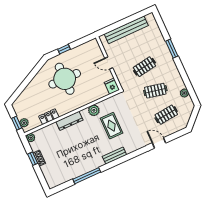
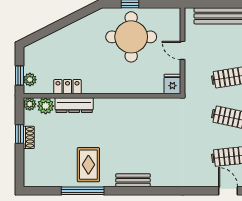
round table: (65, 79) -> (131, 37), moved
plant: (94, 110) -> (46, 106), moved
dresser: (69, 121) -> (74, 105), moved
rug: (111, 126) -> (88, 165), moved
door: (159, 143) -> (228, 191), moved

